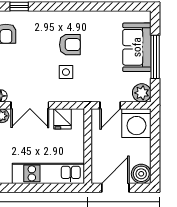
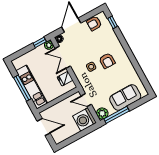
window: (155, 57) -> (117, 115), moved
boiler: (141, 174) -> (59, 137), removed
window: (43, 188) -> (22, 88), added

